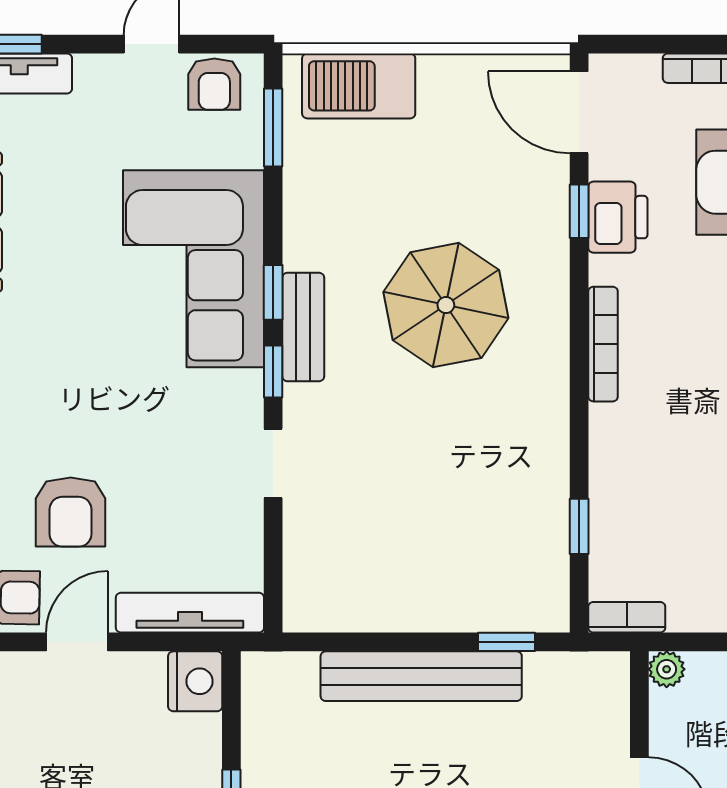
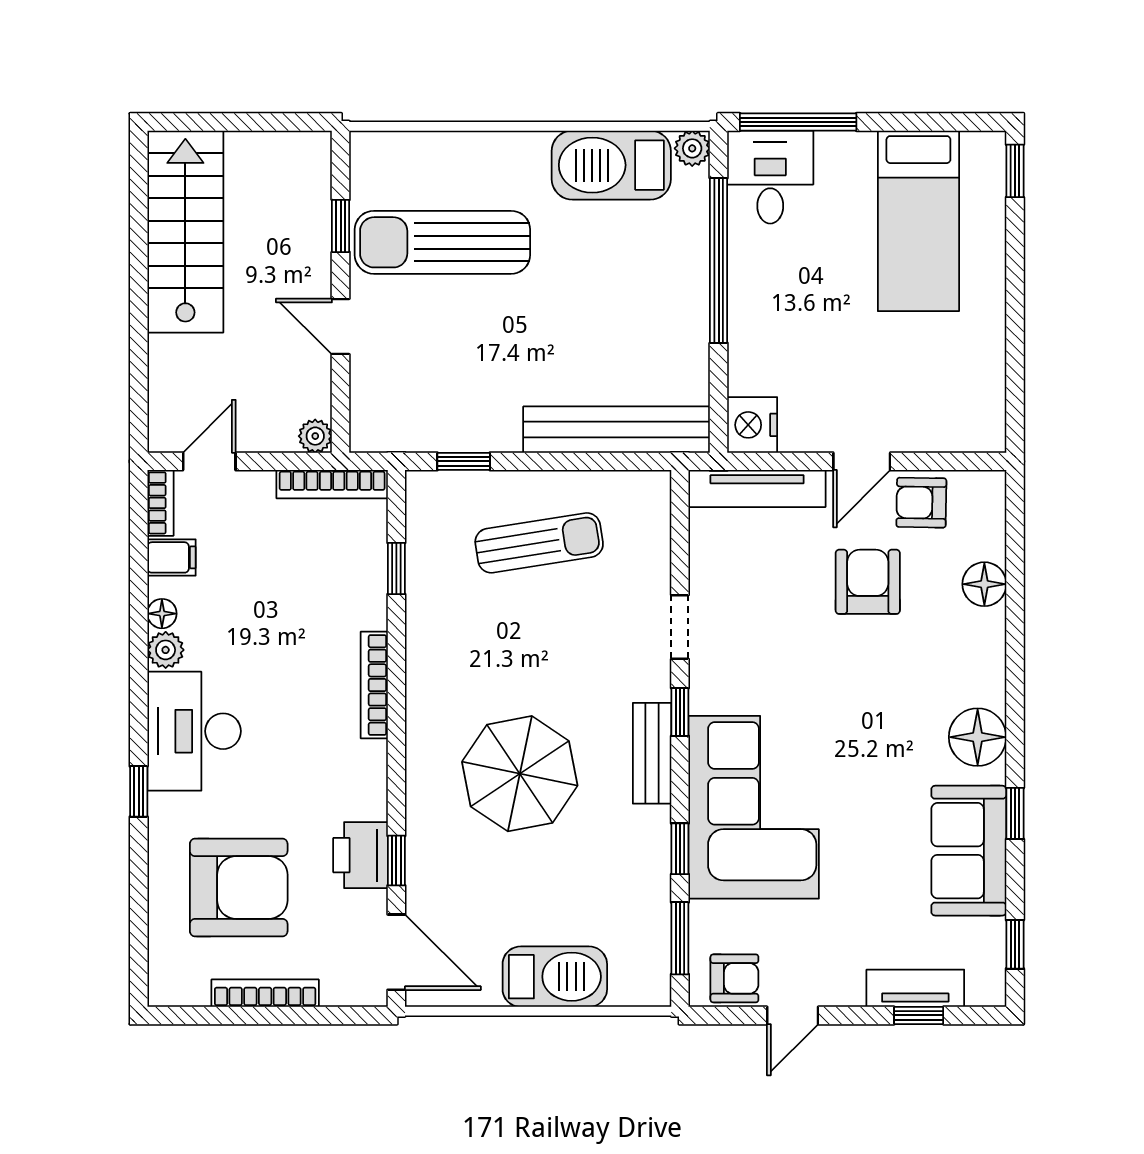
armchair: (214, 84) -> (734, 978), turned 90
barbecue: (359, 86) -> (555, 977), moved
window: (273, 292) -> (680, 849), moved
bookcase: (603, 344) -> (374, 685), moved
sun lounger: (425, 554) -> (539, 543), added
bookcase: (627, 617) -> (332, 484), width x1.56
bench: (421, 676) -> (616, 430), moved

